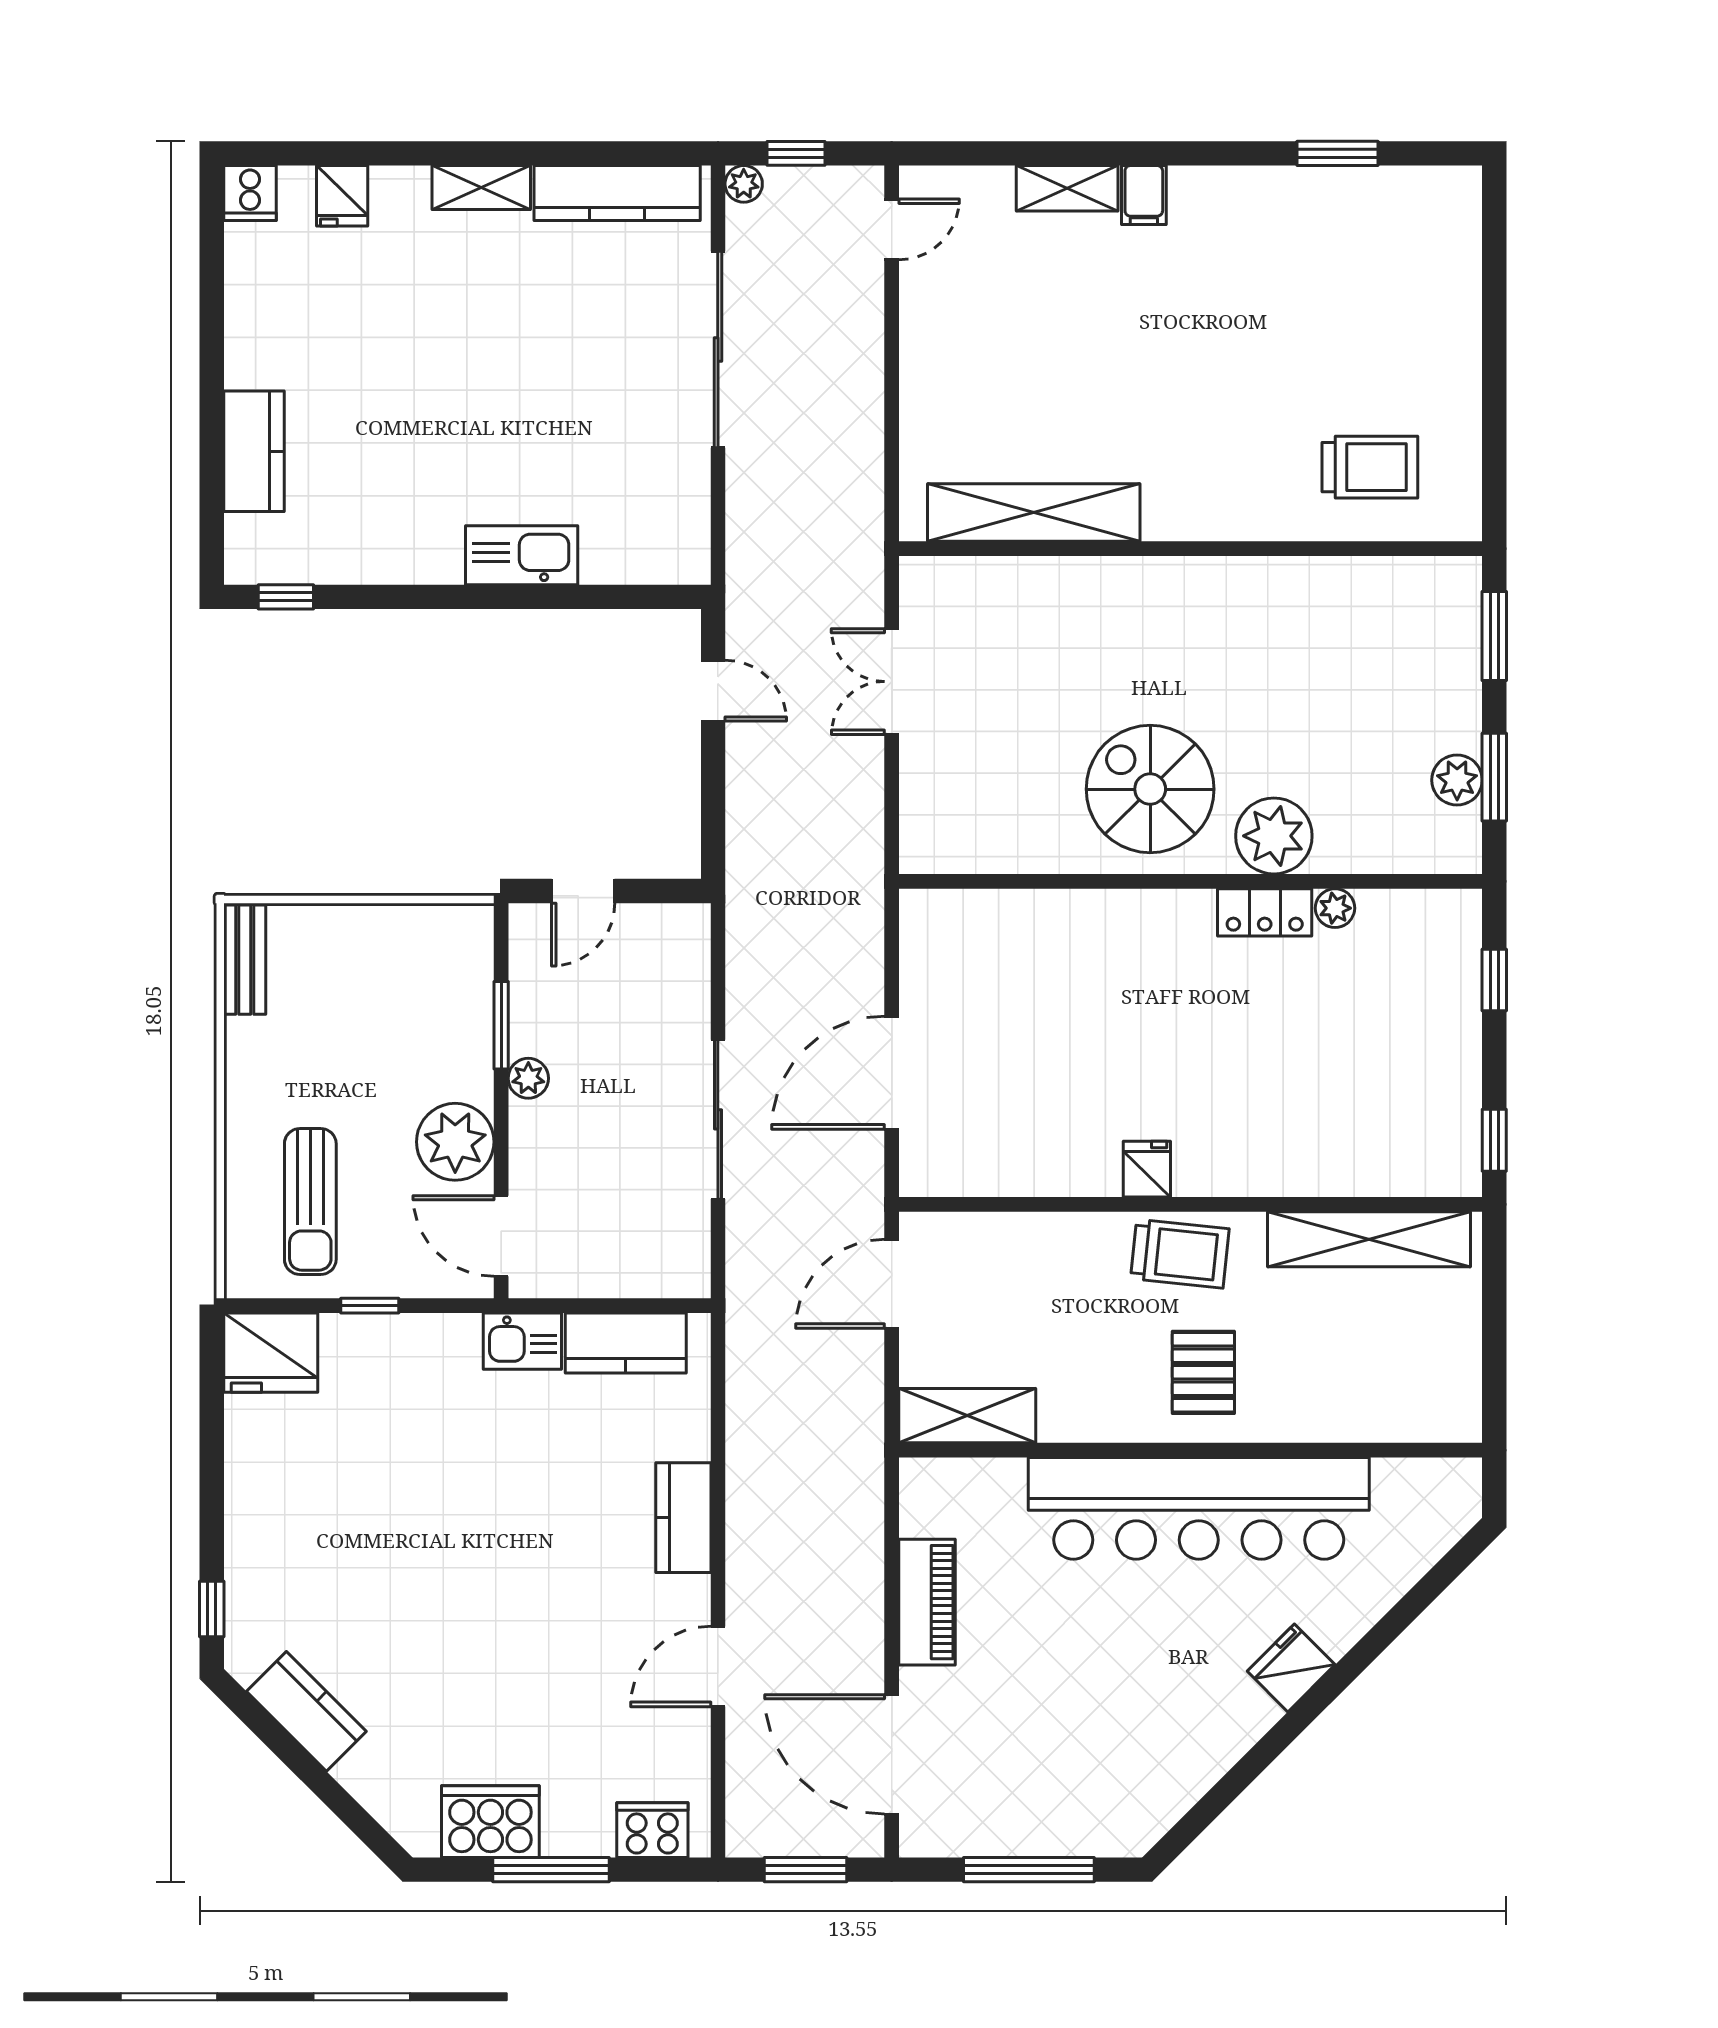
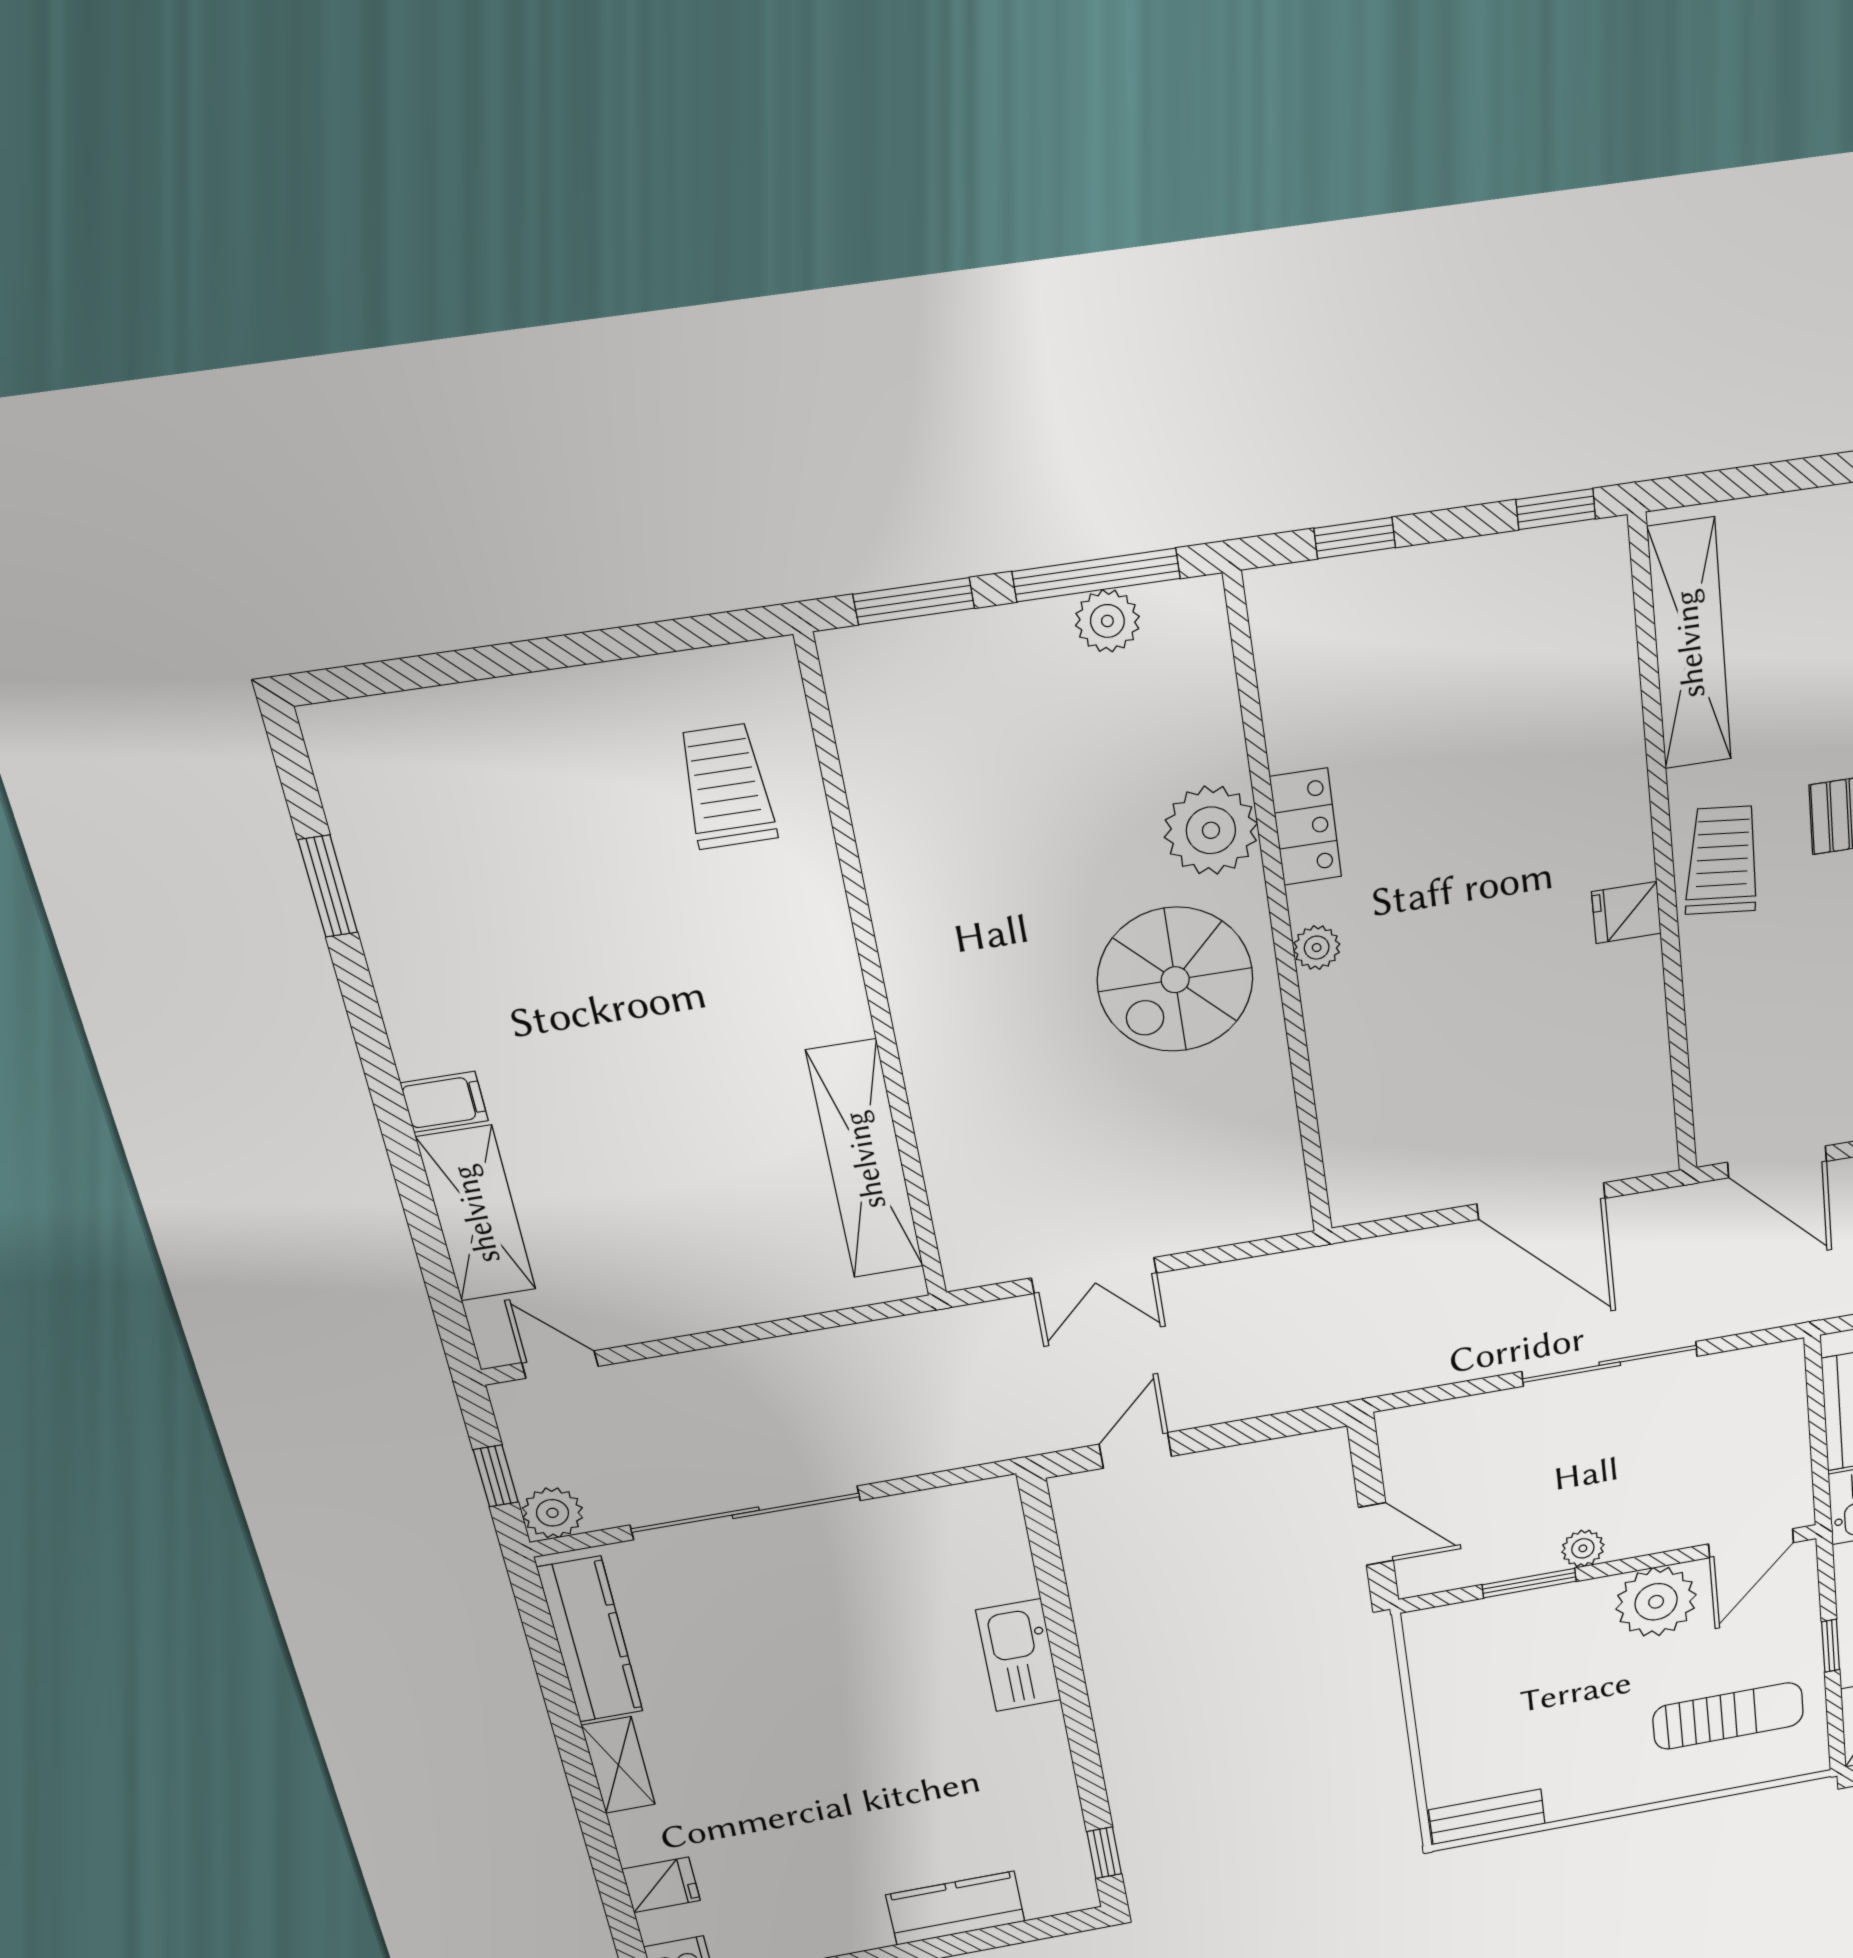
plant: (744, 184) -> (552, 1513), width x1.38, depth x1.38
shelving: (1067, 188) -> (476, 1214), width x1.50, depth x1.33
window: (1494, 777) -> (1096, 575), width x1.44
plant: (1335, 908) -> (1317, 948), moved

